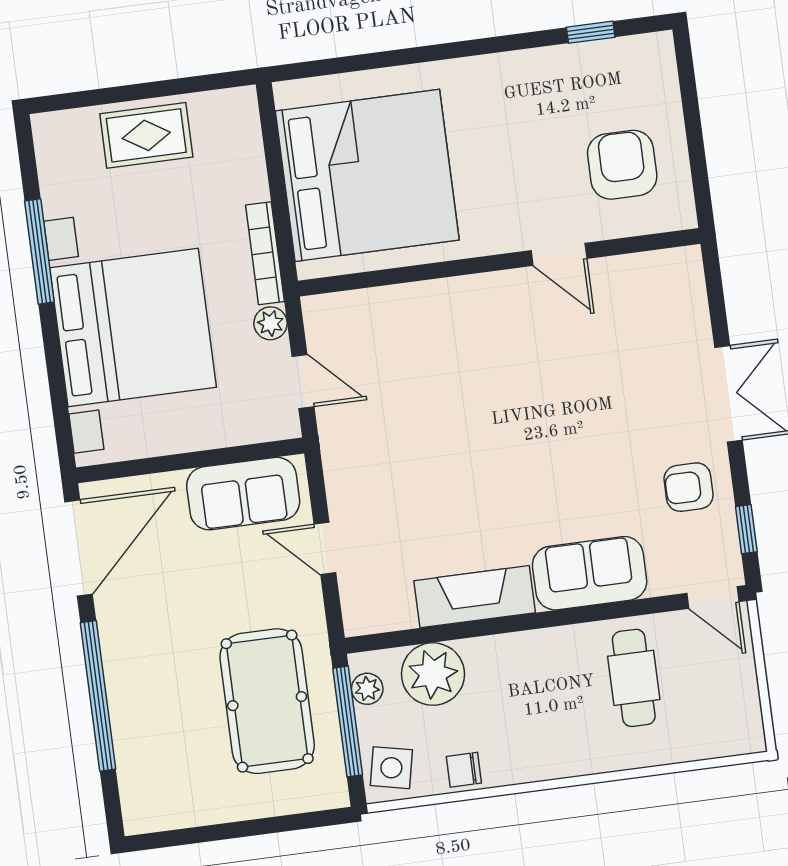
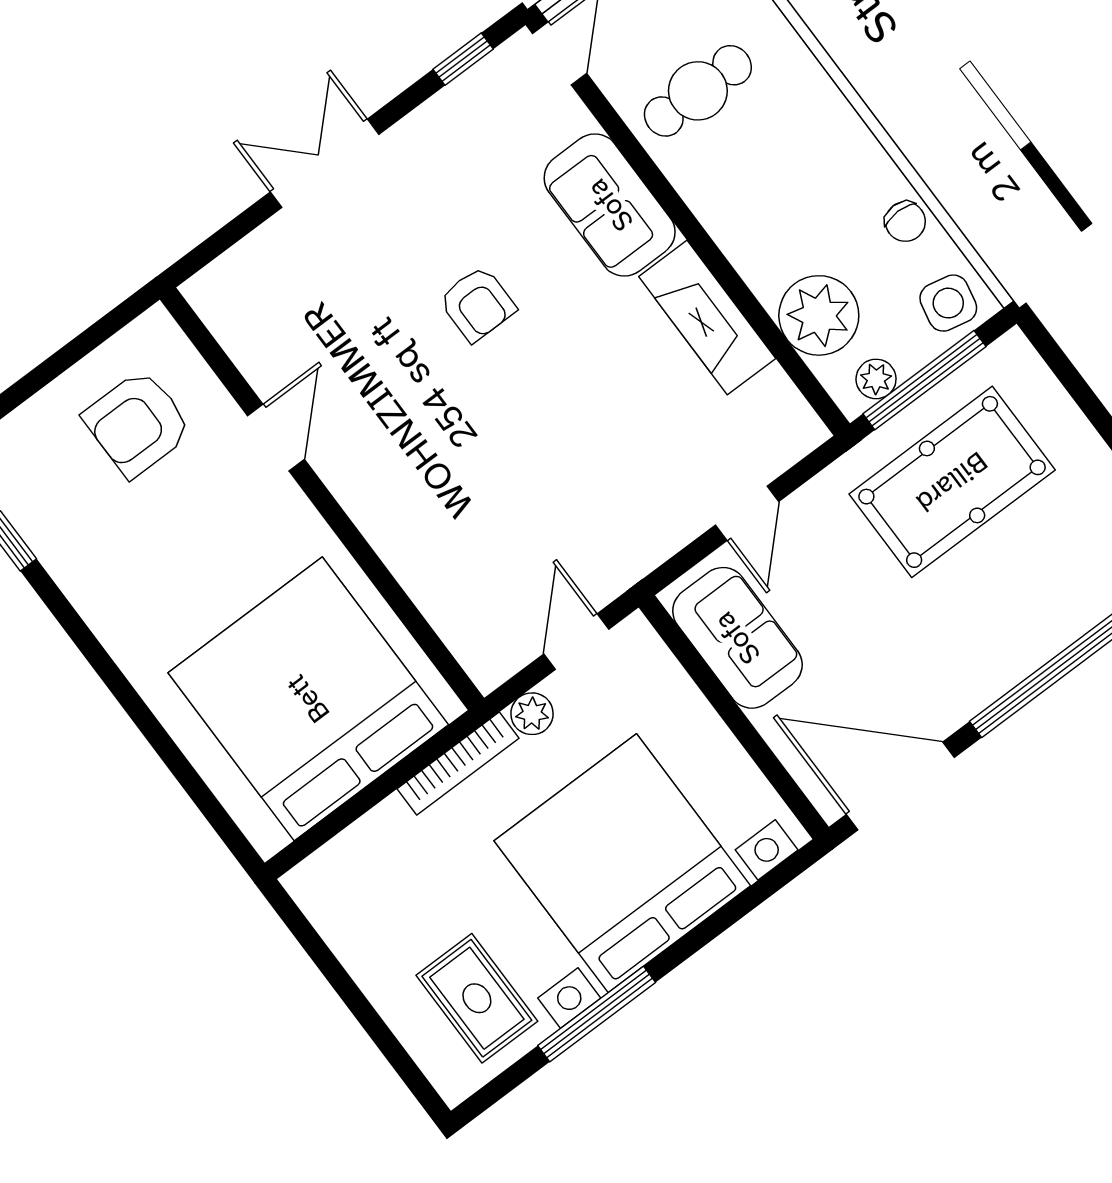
rug: (146, 135) -> (477, 998), moved
armchair: (689, 487) -> (477, 304), moved

